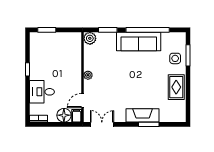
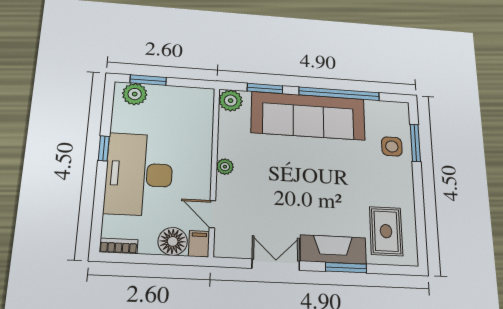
plant: (41, 38) -> (135, 94), added
sofa: (139, 41) -> (308, 116), width x1.36, depth x1.27
rug: (176, 87) -> (386, 231), moved
desk: (42, 92) -> (139, 174), width x1.87, depth x1.30
door: (82, 101) -> (212, 214), hinge flipped
double door: (102, 124) -> (276, 265), moved

